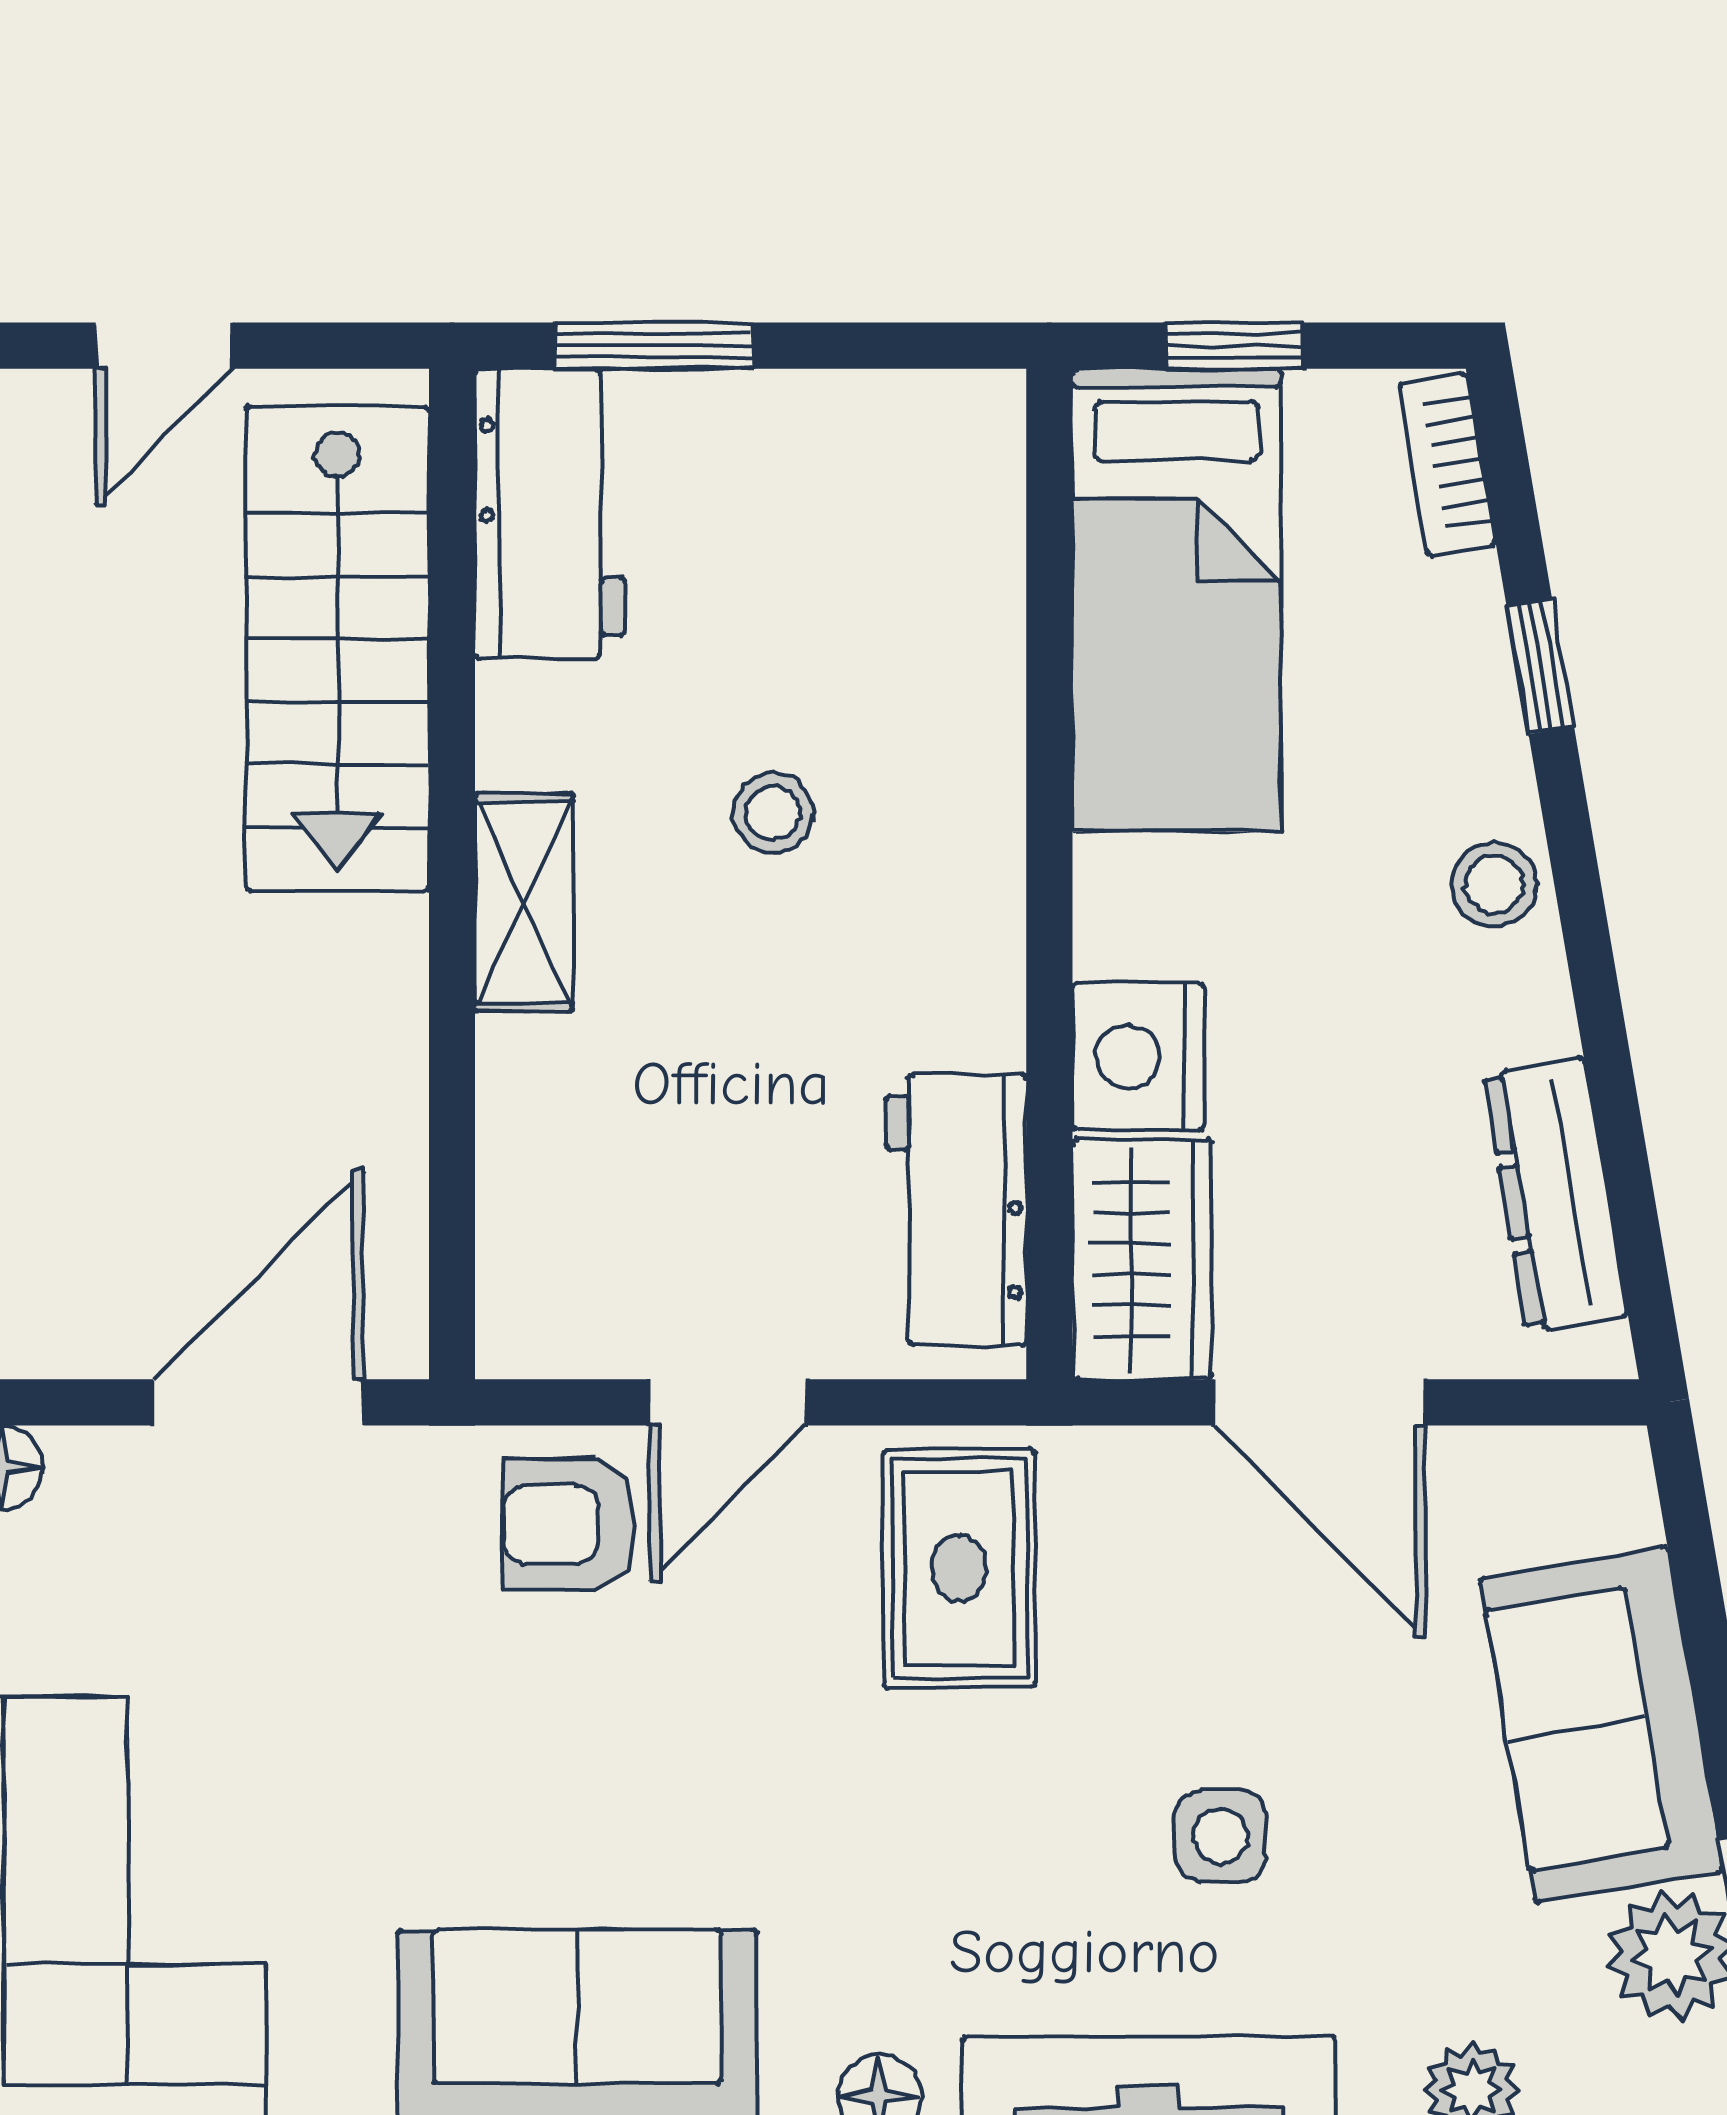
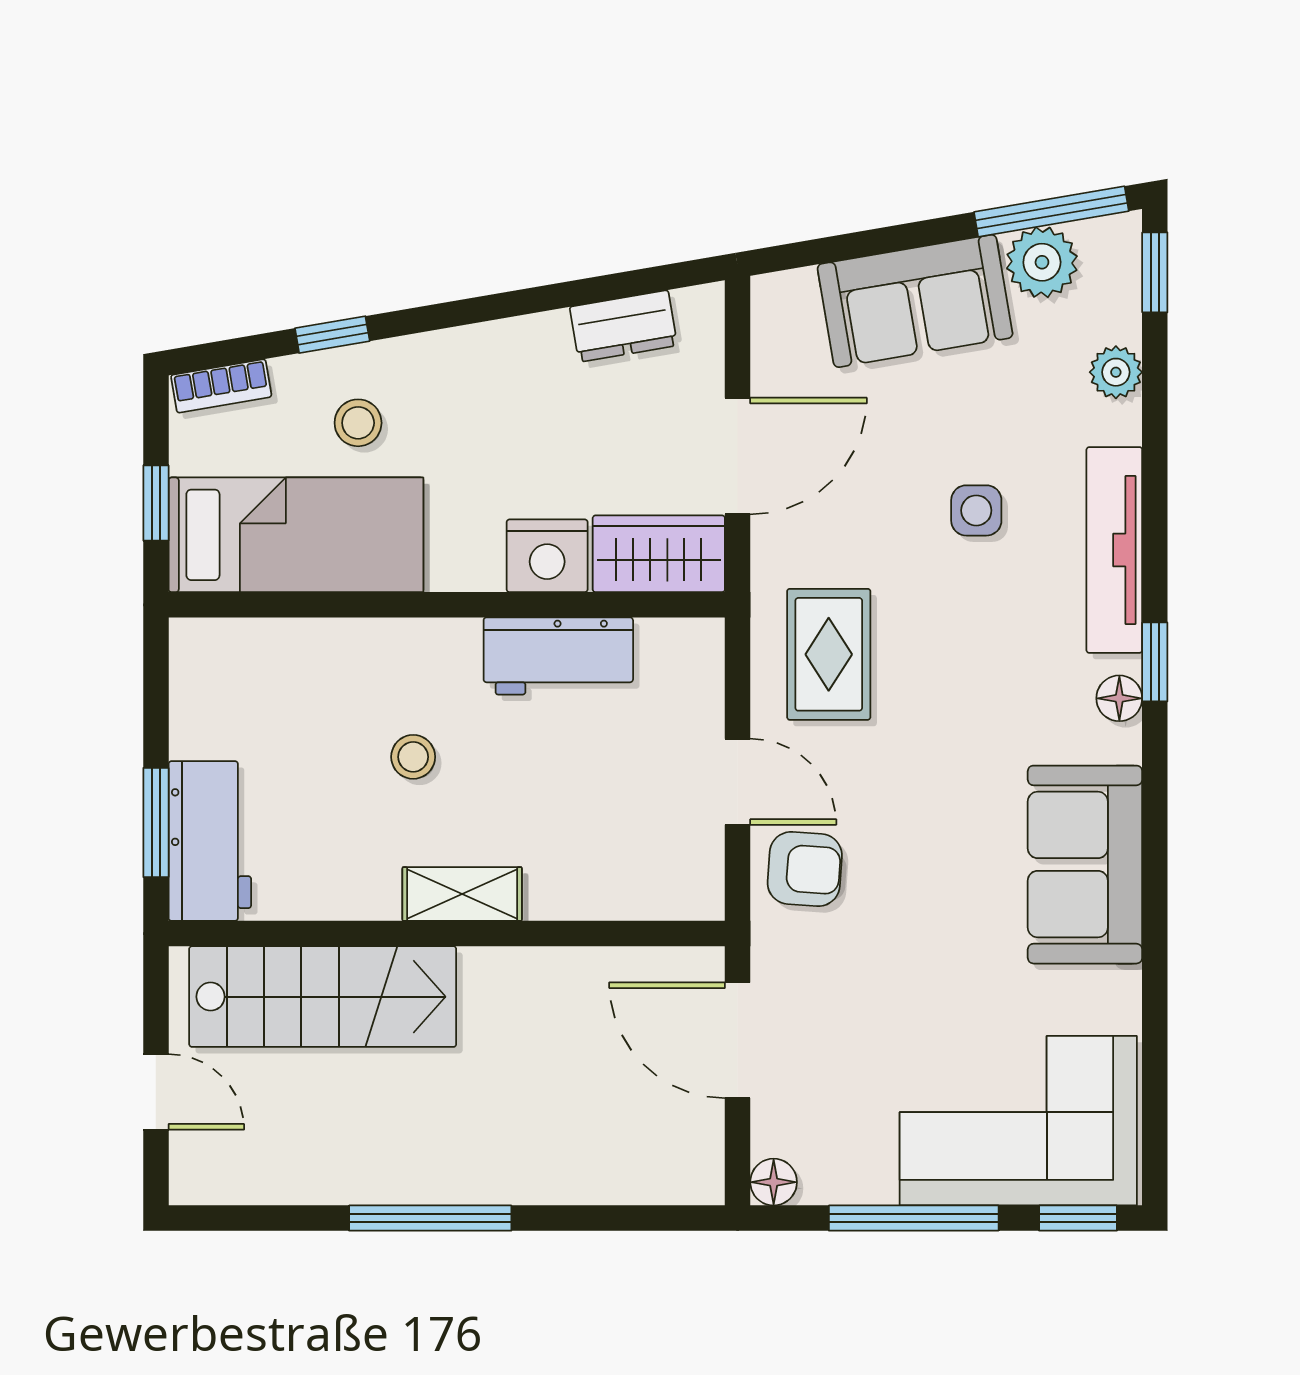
workbench: (550, 514) -> (210, 841), moved, turned 90
stool: (1494, 885) -> (358, 423), moved
dresser: (1555, 1195) -> (623, 326), width x0.70
workbench: (956, 1210) -> (558, 656), moved
armchair: (569, 1524) -> (805, 869), turned -86
rug: (959, 1568) -> (829, 654), turned 90

